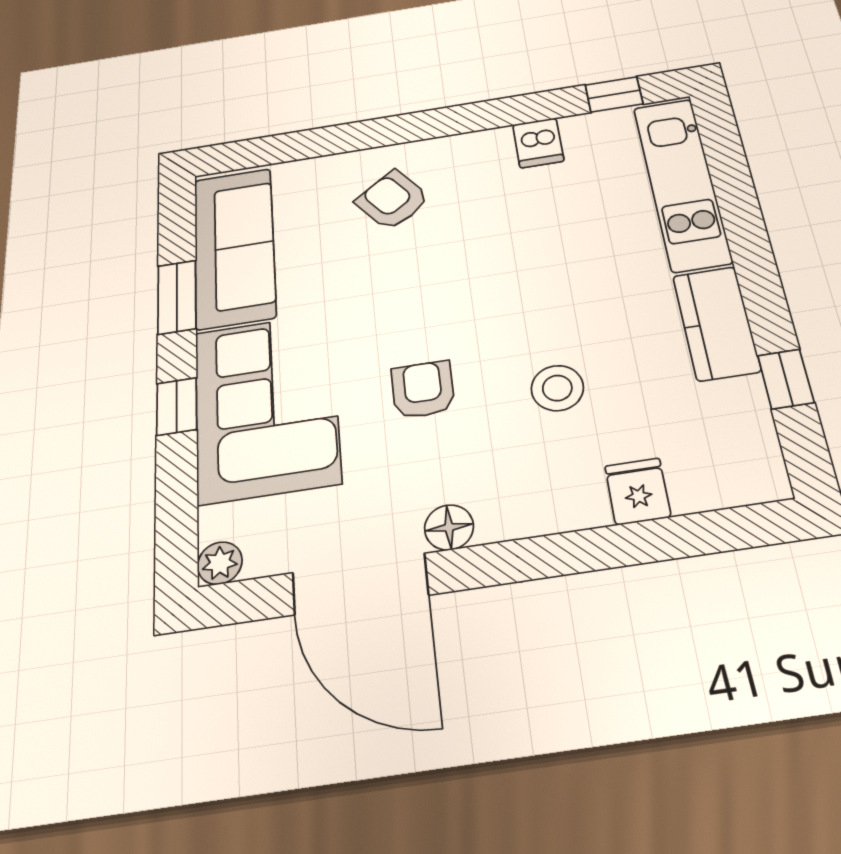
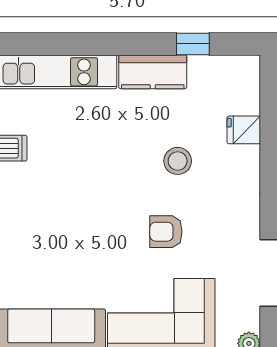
armchair: (392, 200) -> (35, 237), removed
floor lamp: (449, 527) -> (248, 226), removed

